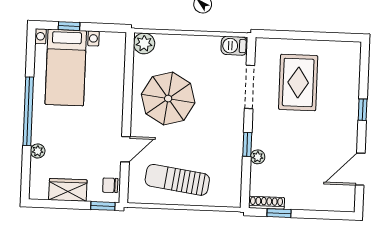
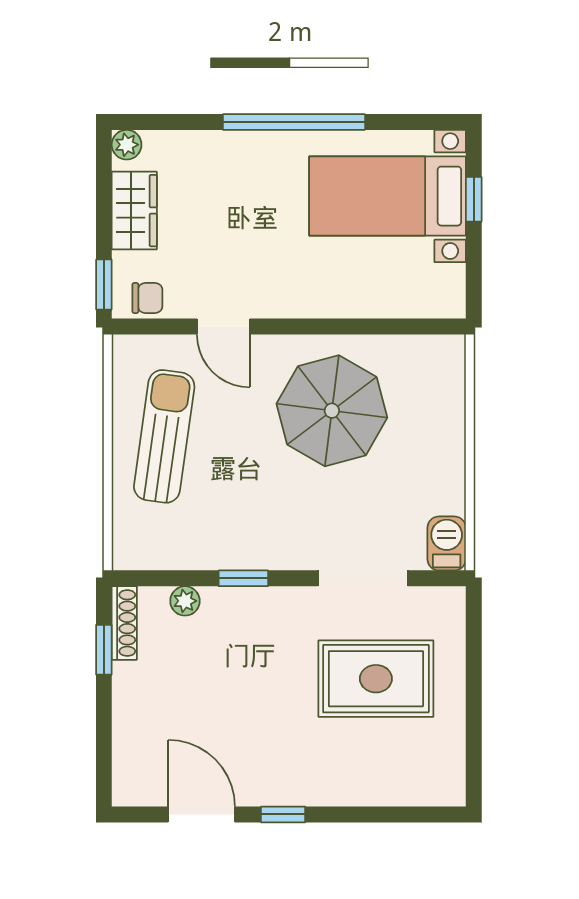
plant: (144, 43) -> (444, 356), removed
window: (363, 110) -> (283, 814), moved
plant: (38, 151) -> (127, 145), moved
plant: (258, 157) -> (185, 601), moved
chair: (110, 185) -> (147, 298), turned 90

